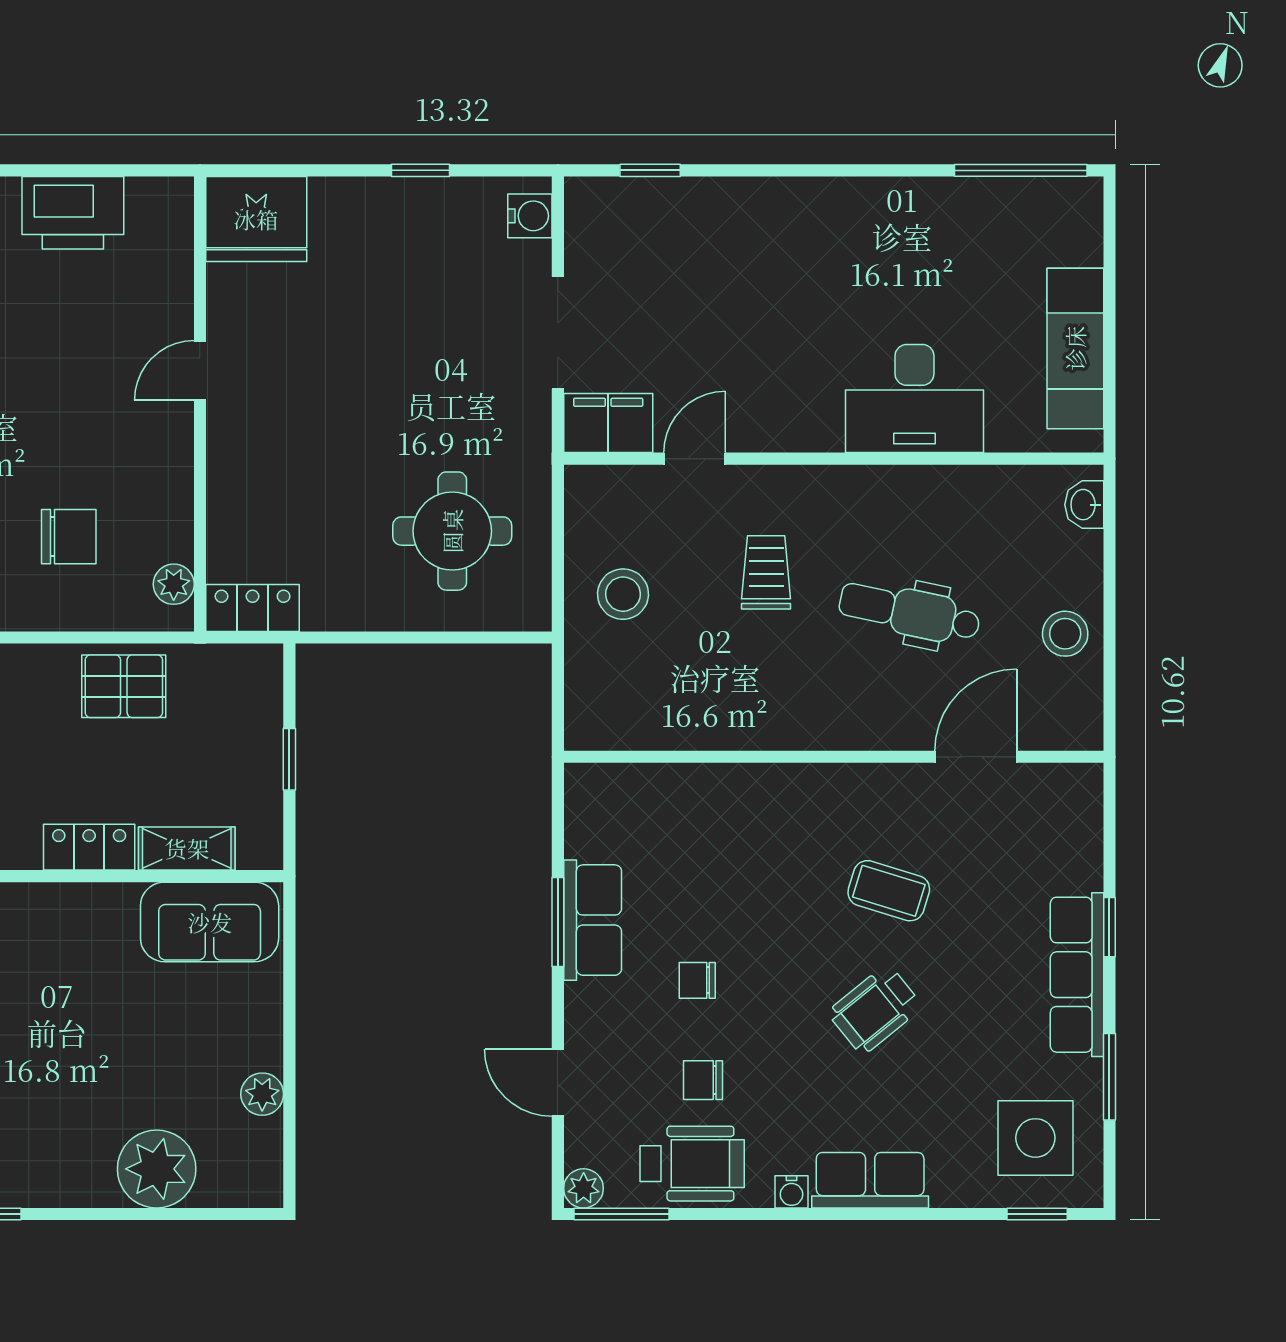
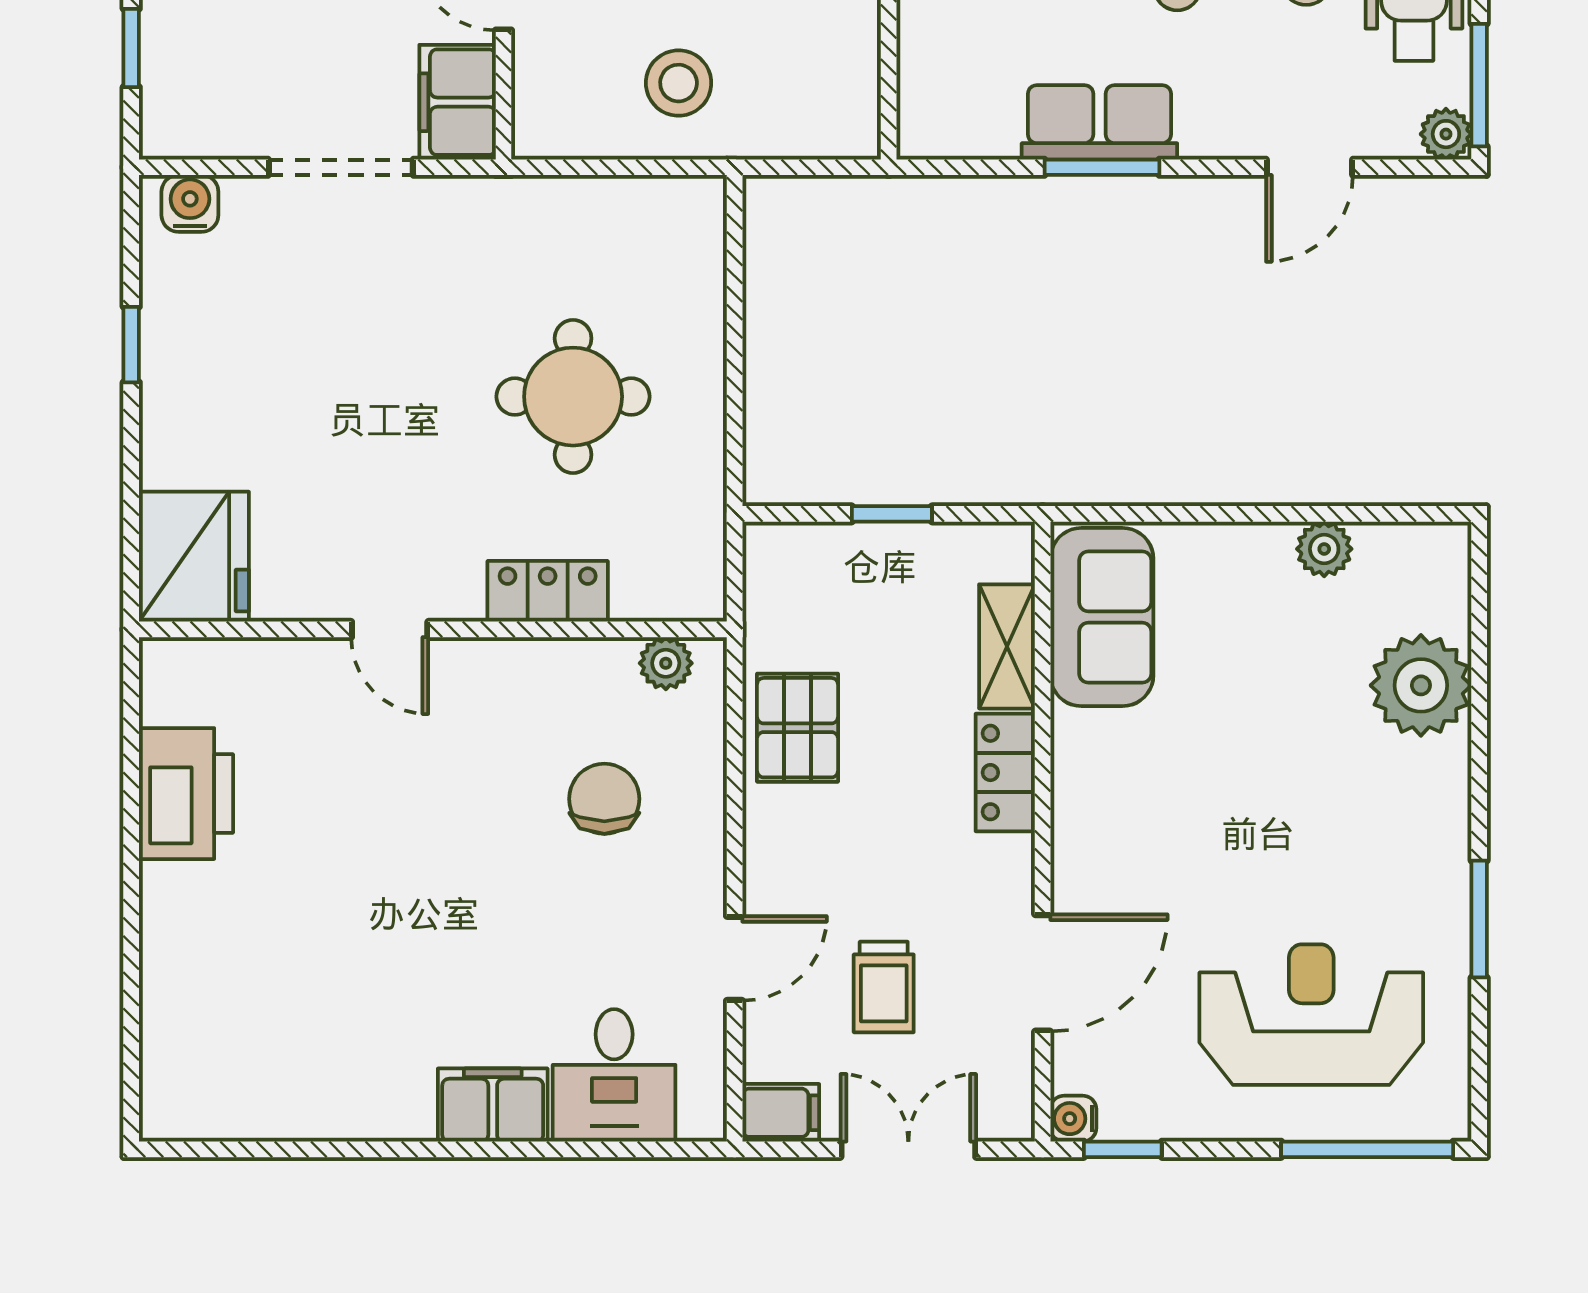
round table: (452, 531) -> (573, 397), moved
locker: (253, 608) -> (548, 591), moved, turned 90

